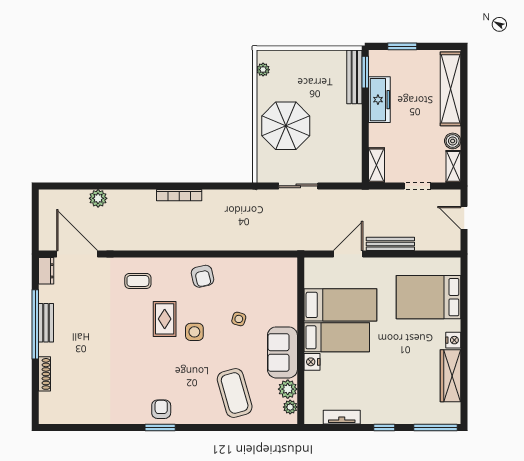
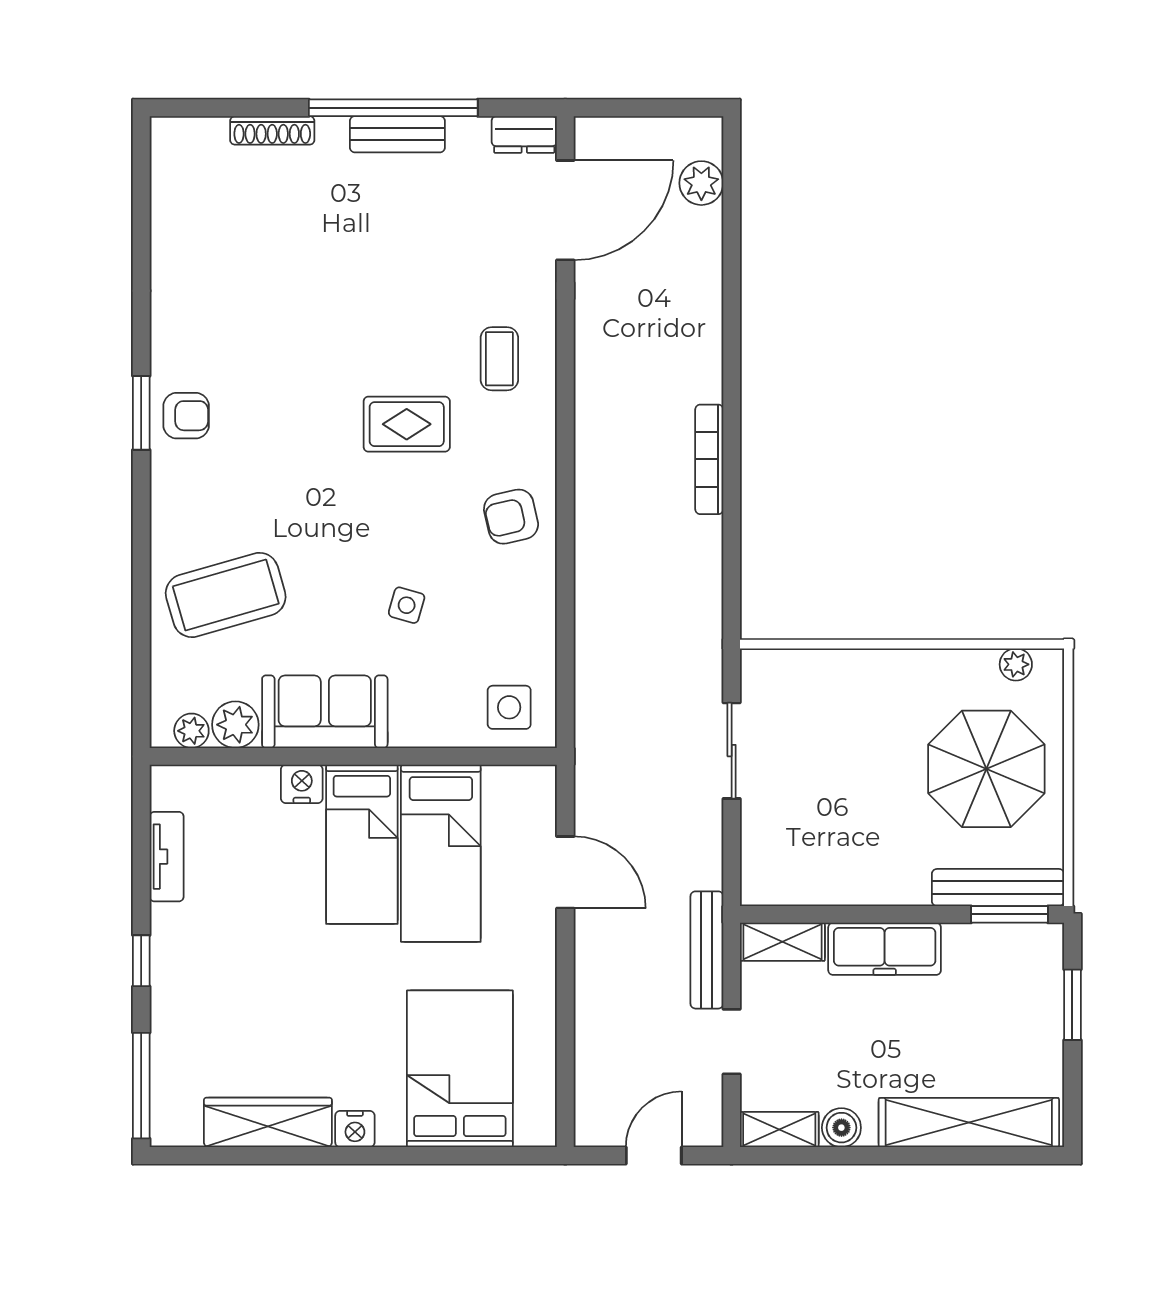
freezer: (379, 100) -> (885, 949), moved
parasol: (286, 126) -> (986, 769), moved
plant: (98, 198) -> (701, 183), moved
bench: (390, 244) -> (707, 950), moved
side table: (194, 332) -> (509, 707), moved

